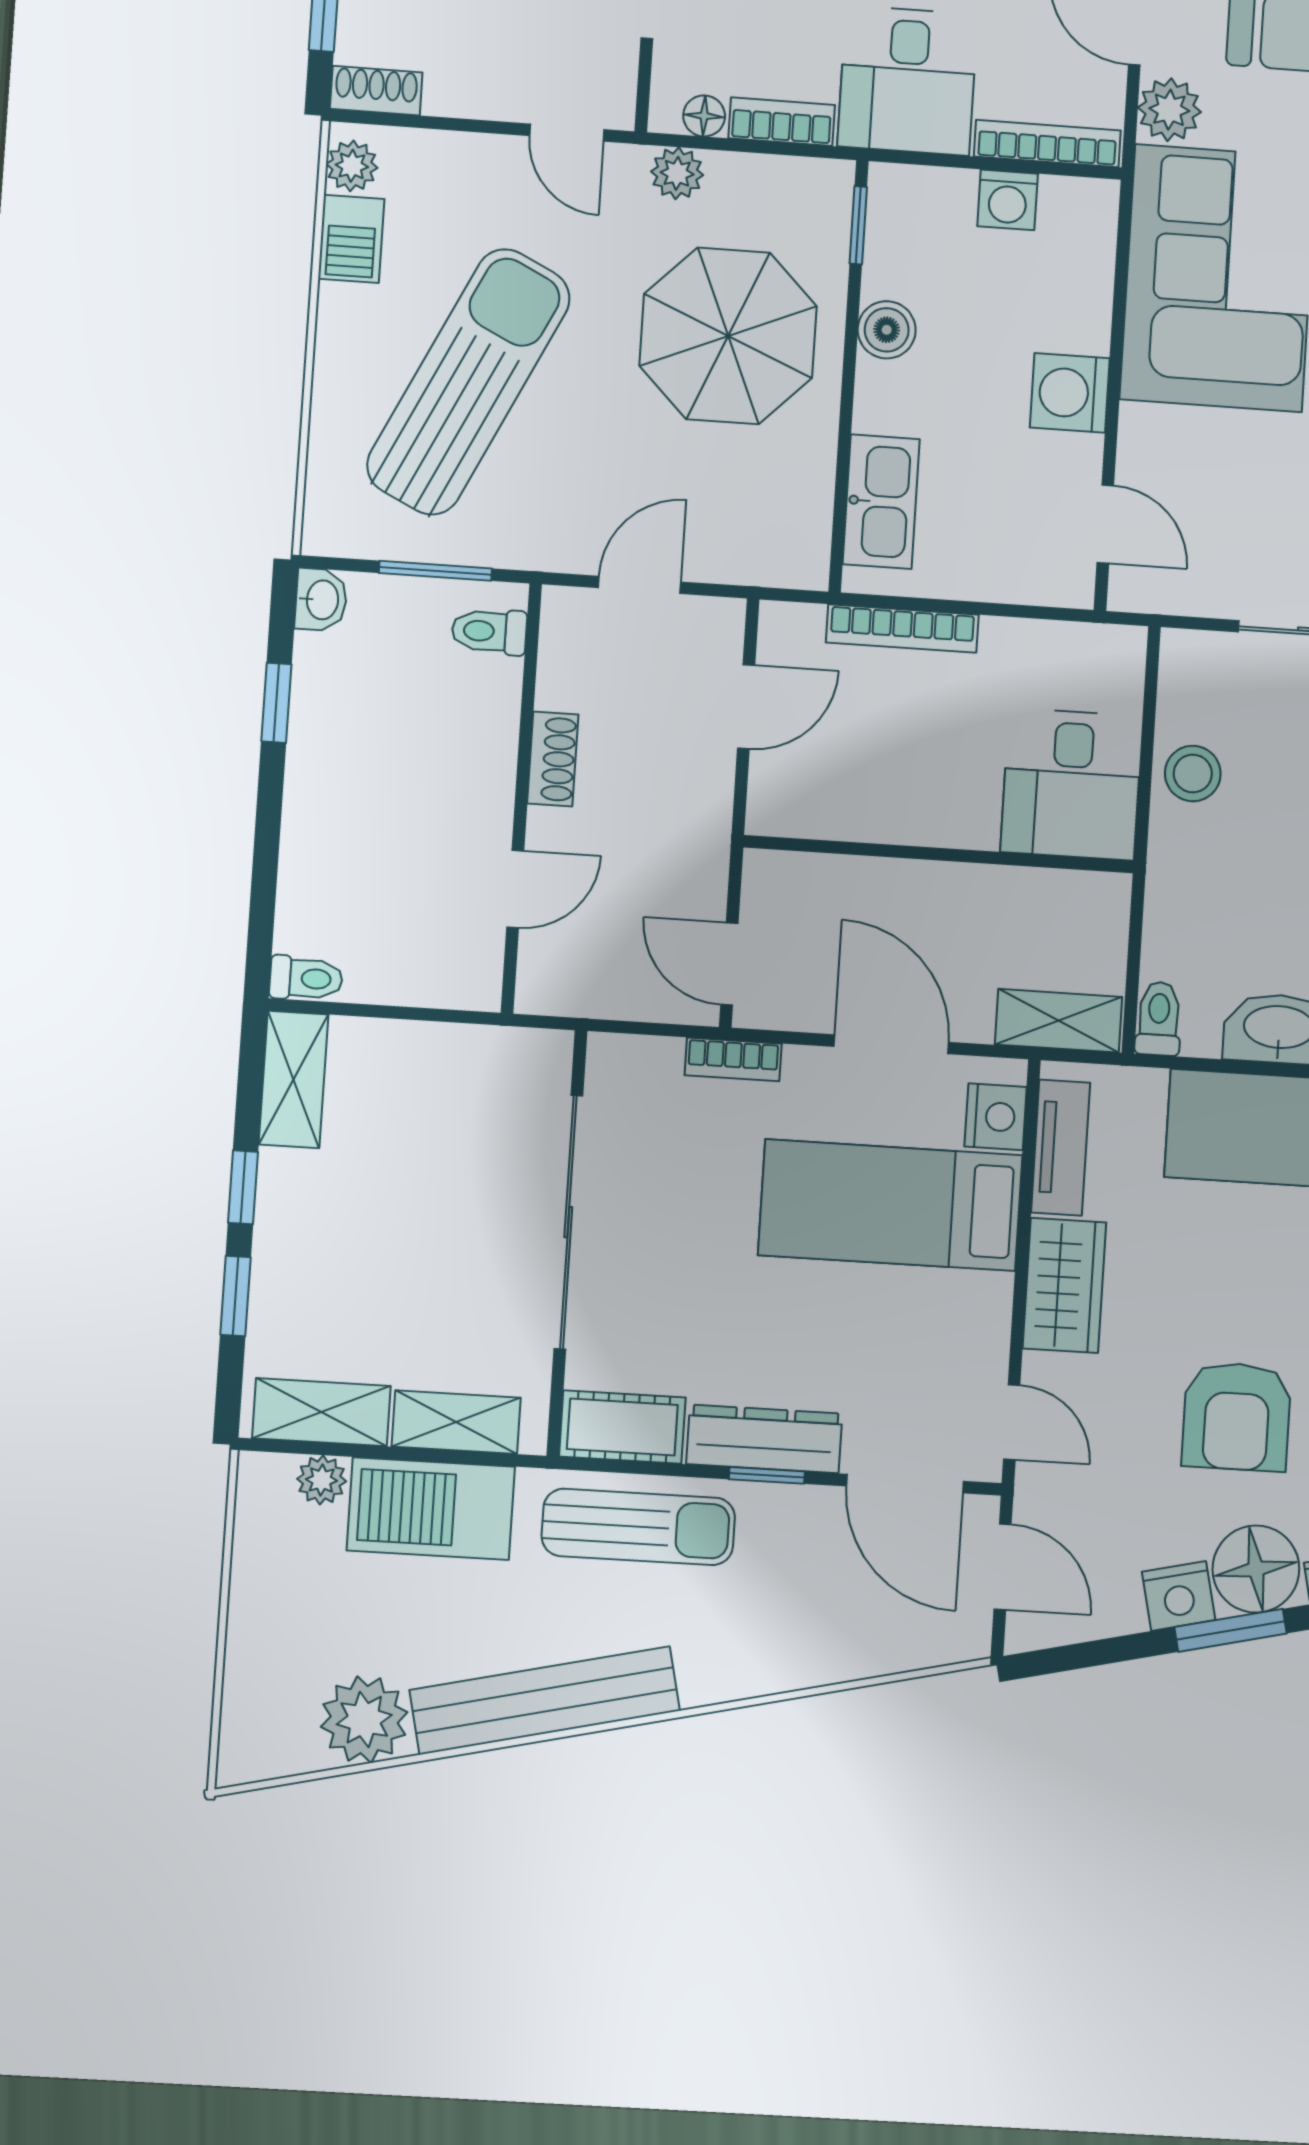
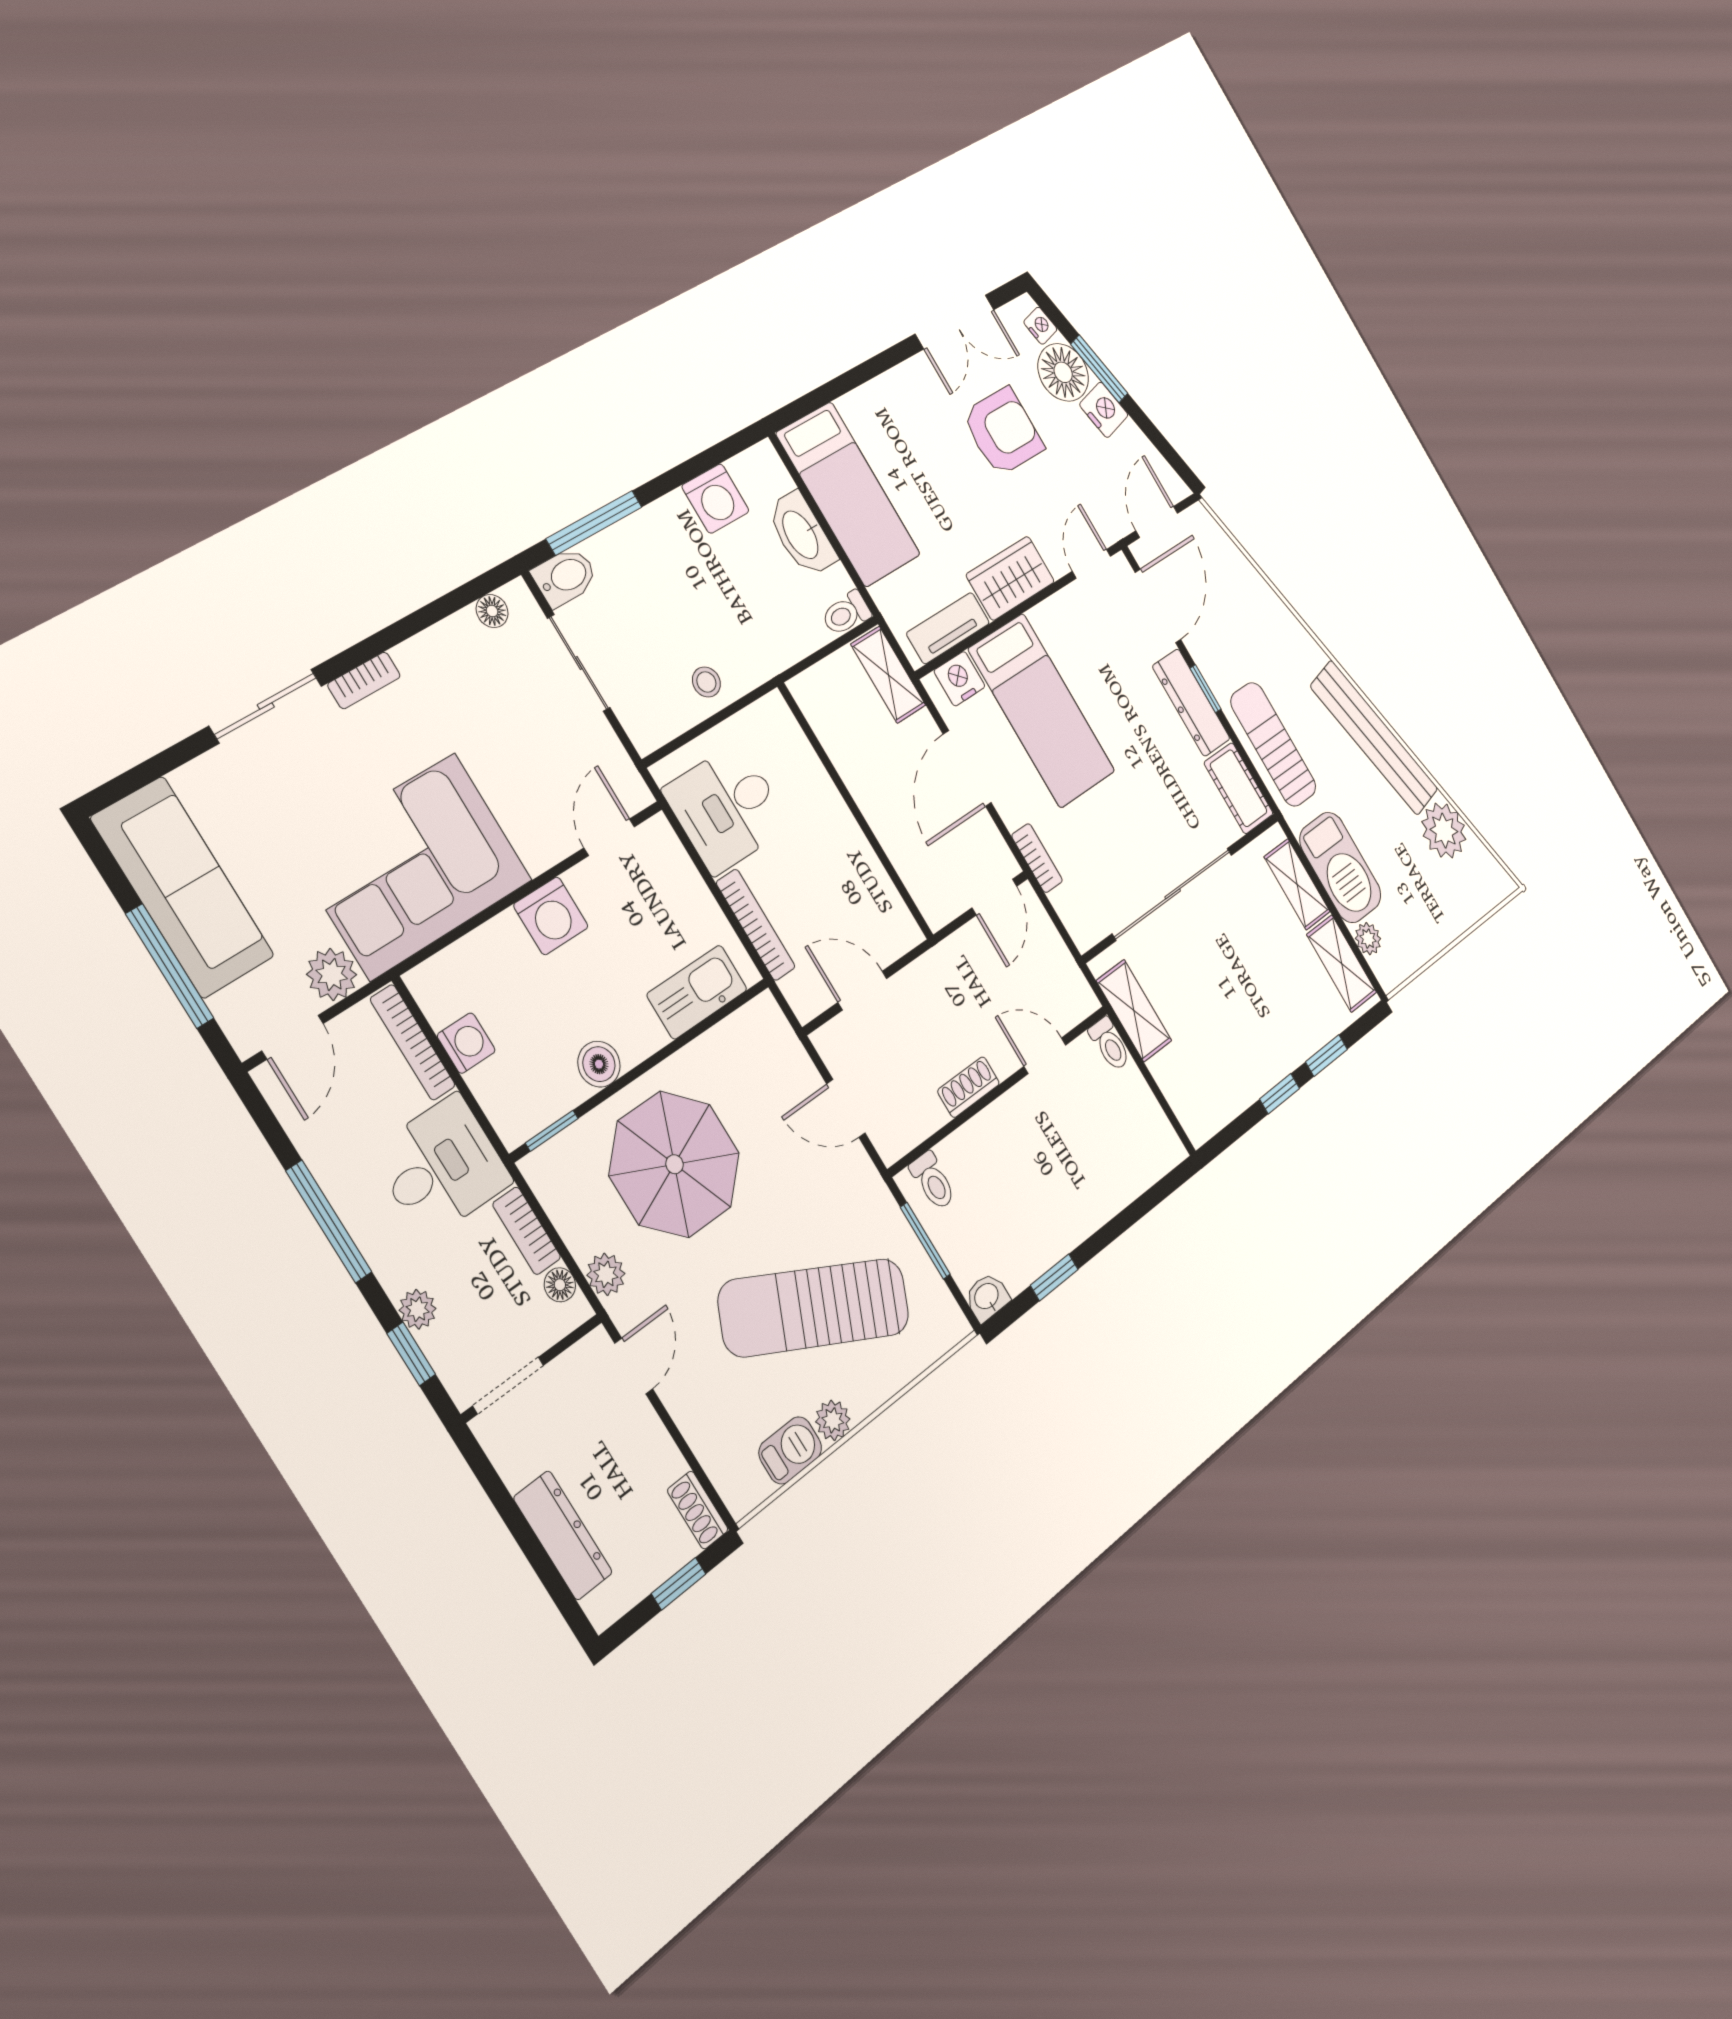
plant: (352, 166) -> (833, 1420), moved
stool: (1193, 774) -> (706, 682), width x0.73, depth x0.73
desk: (1072, 784) -> (727, 808), moved, turned 180
toilet: (306, 978) -> (1110, 1044), moved, turned 180
shelving: (293, 1079) -> (1134, 1011), moved, turned 90

